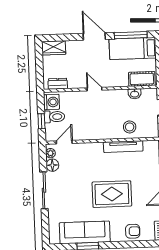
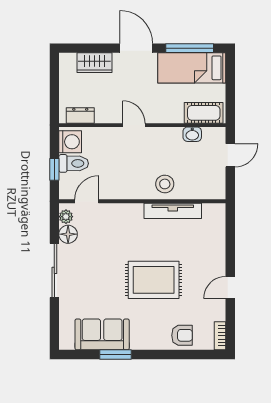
wardrobe: (54, 48) -> (94, 63), moved
stool: (130, 127) -> (165, 184), moved
sofa: (85, 232) -> (102, 334), width x0.73

